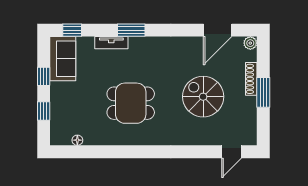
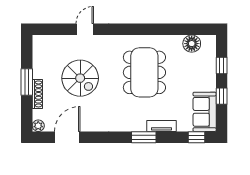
dining table: (131, 103) -> (144, 72), width x1.38
floor lamp: (77, 140) -> (192, 44), width x1.89, depth x1.89
door: (232, 152) -> (85, 29), moved

